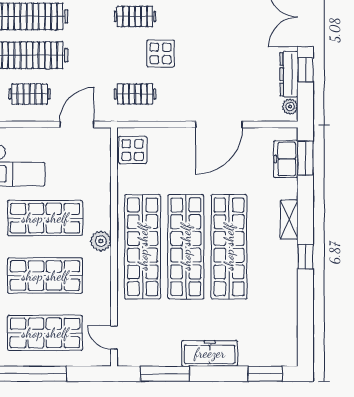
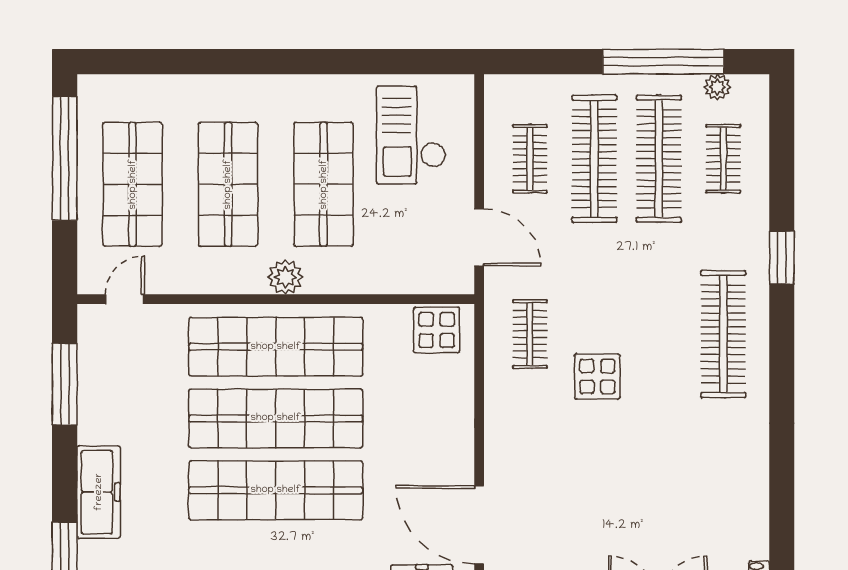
clothes rail: (135, 16) -> (659, 334), removed
door: (219, 125) -> (479, 525), moved
freezer: (210, 353) -> (99, 492), moved

